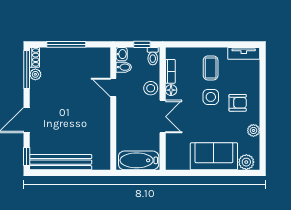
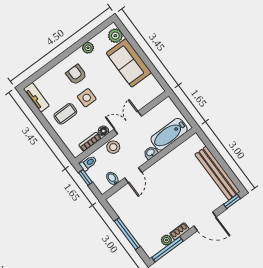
washbasin: (122, 54) -> (151, 153), moved
shoe rack: (35, 57) -> (179, 231), moved
bathtub: (139, 160) -> (169, 134), moved, turned 90

